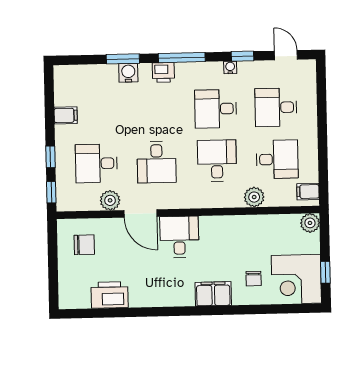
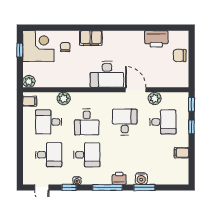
desk: (179, 237) -> (107, 74), width x1.37
chair: (84, 245) -> (180, 55), moved

